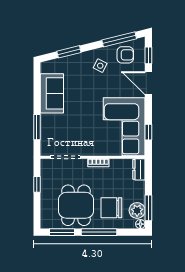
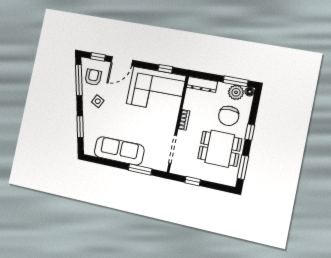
sofa: (52, 93) -> (119, 151), width x1.36
dresser: (139, 169) -> (202, 84), width x1.44
window: (99, 232) -> (250, 132), width x0.46

